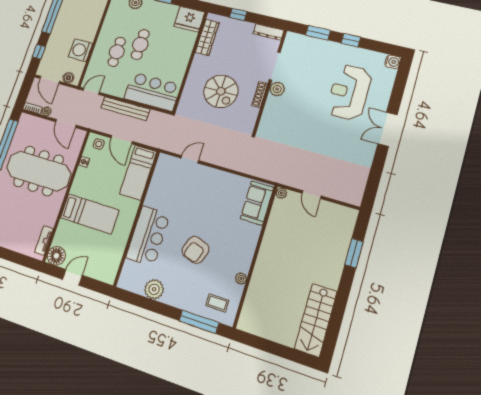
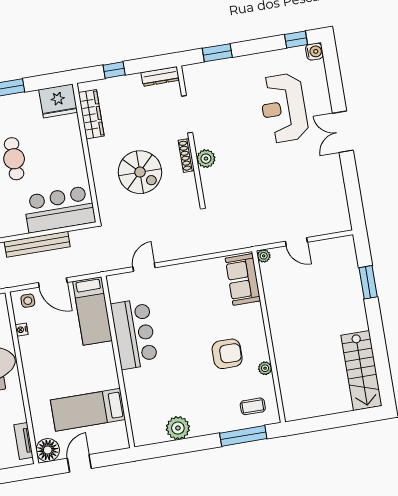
window: (351, 40) -> (296, 40), moved
plant: (277, 89) -> (206, 159), moved
bed: (90, 214) -> (88, 410), moved, turned 180
bar counter: (148, 236) -> (134, 334), moved
armchair: (195, 250) -> (227, 354), moved, turned -109

